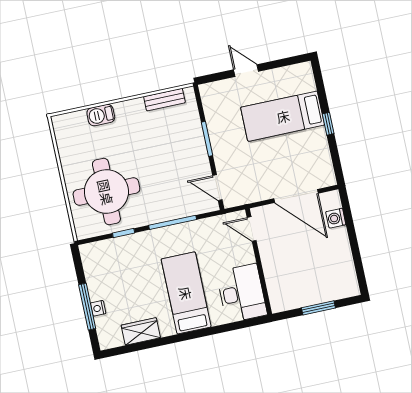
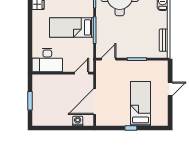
bed: (186, 293) -> (72, 27), moved, turned 180

